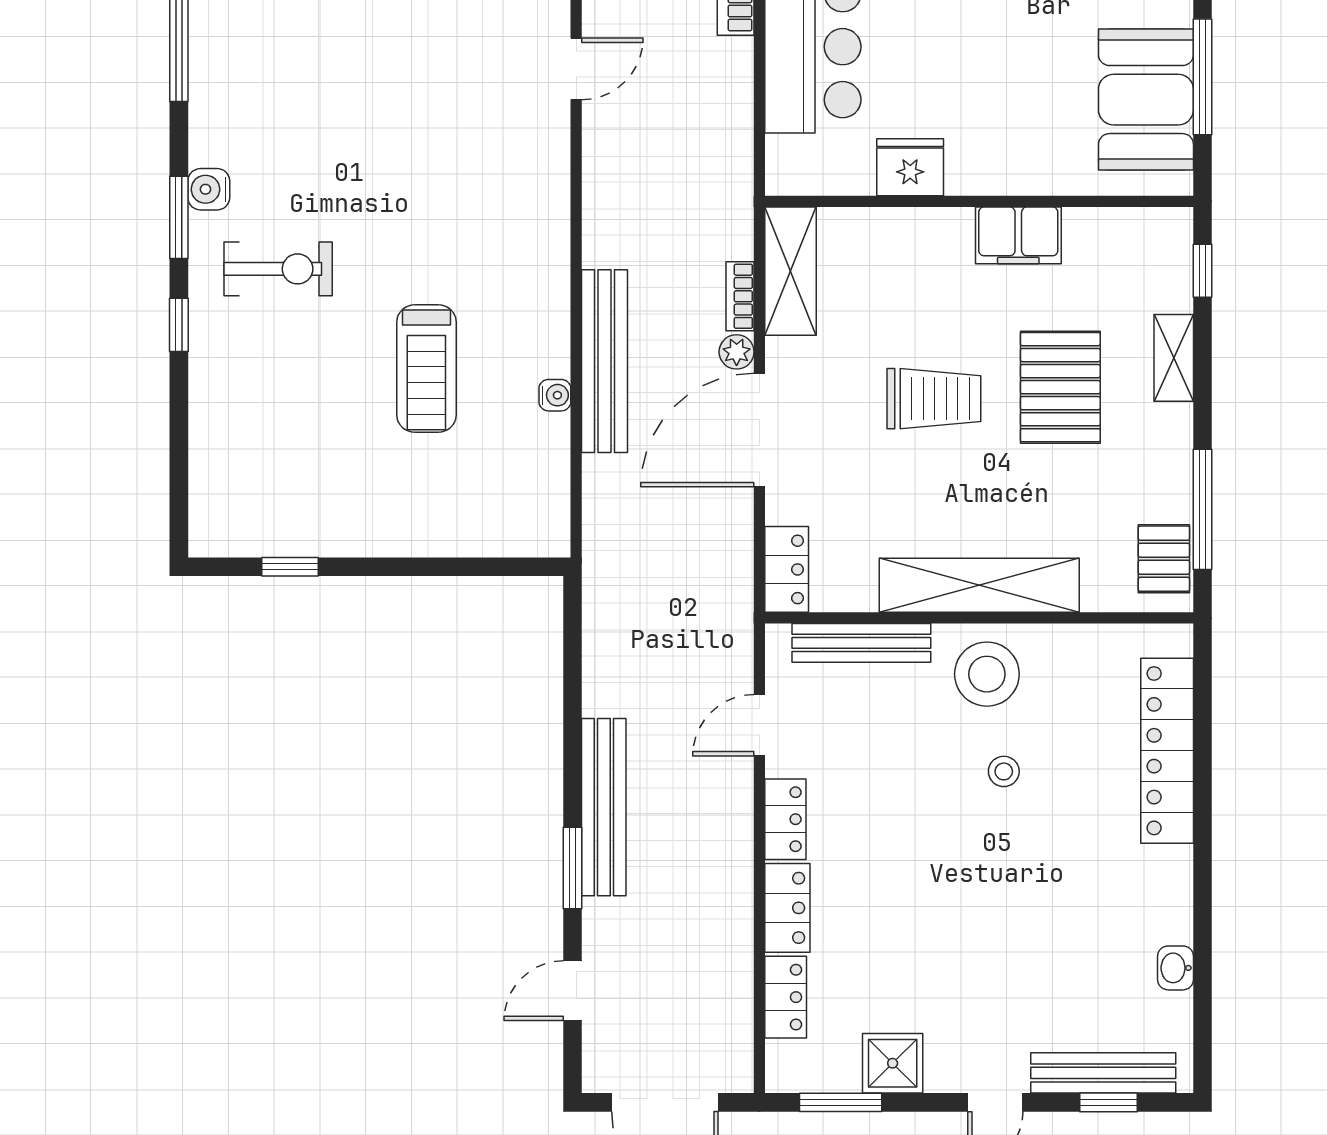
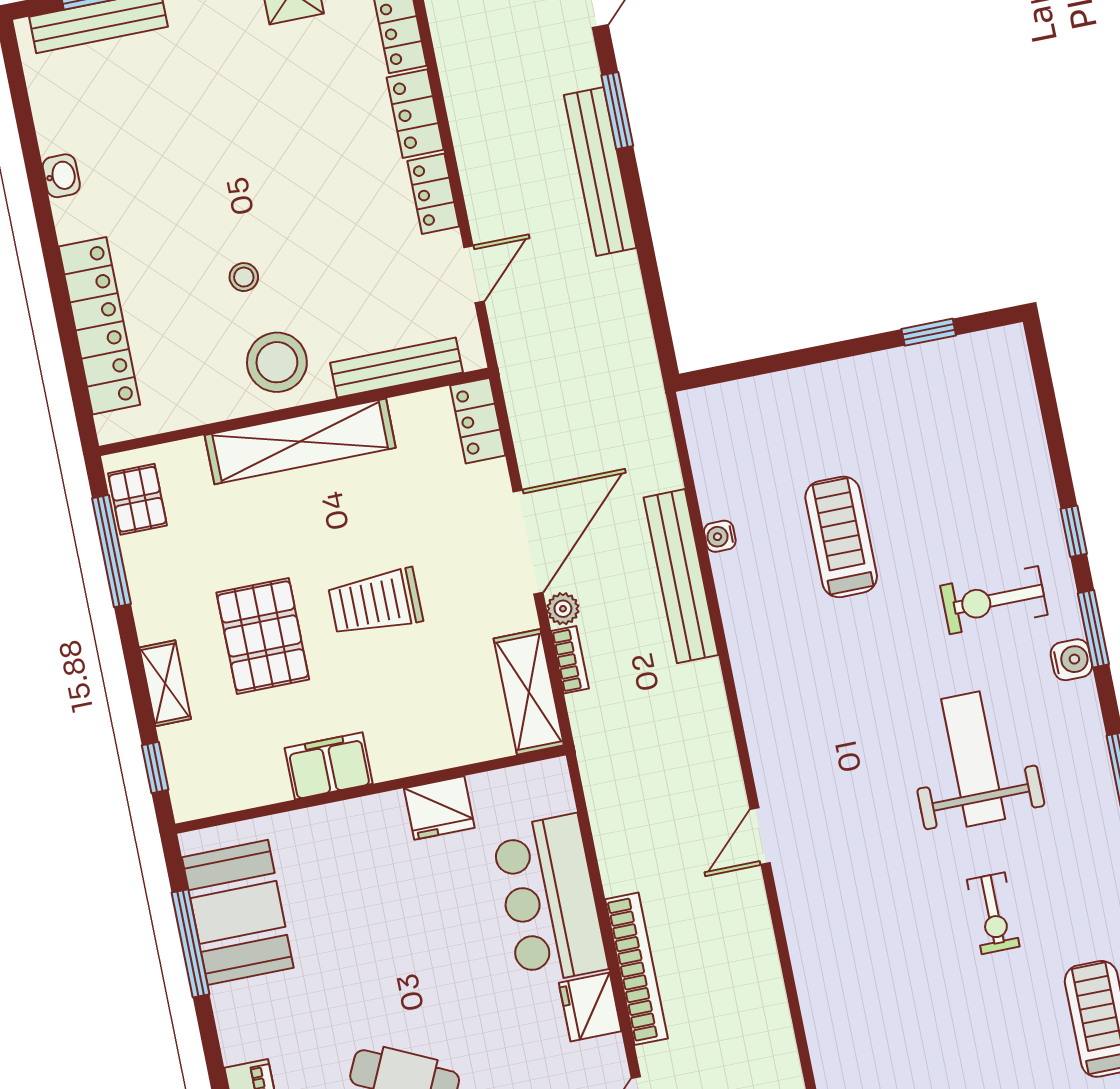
weight bench: (334, 105) -> (973, 759), added
washbasin: (1176, 968) -> (61, 176), moved

